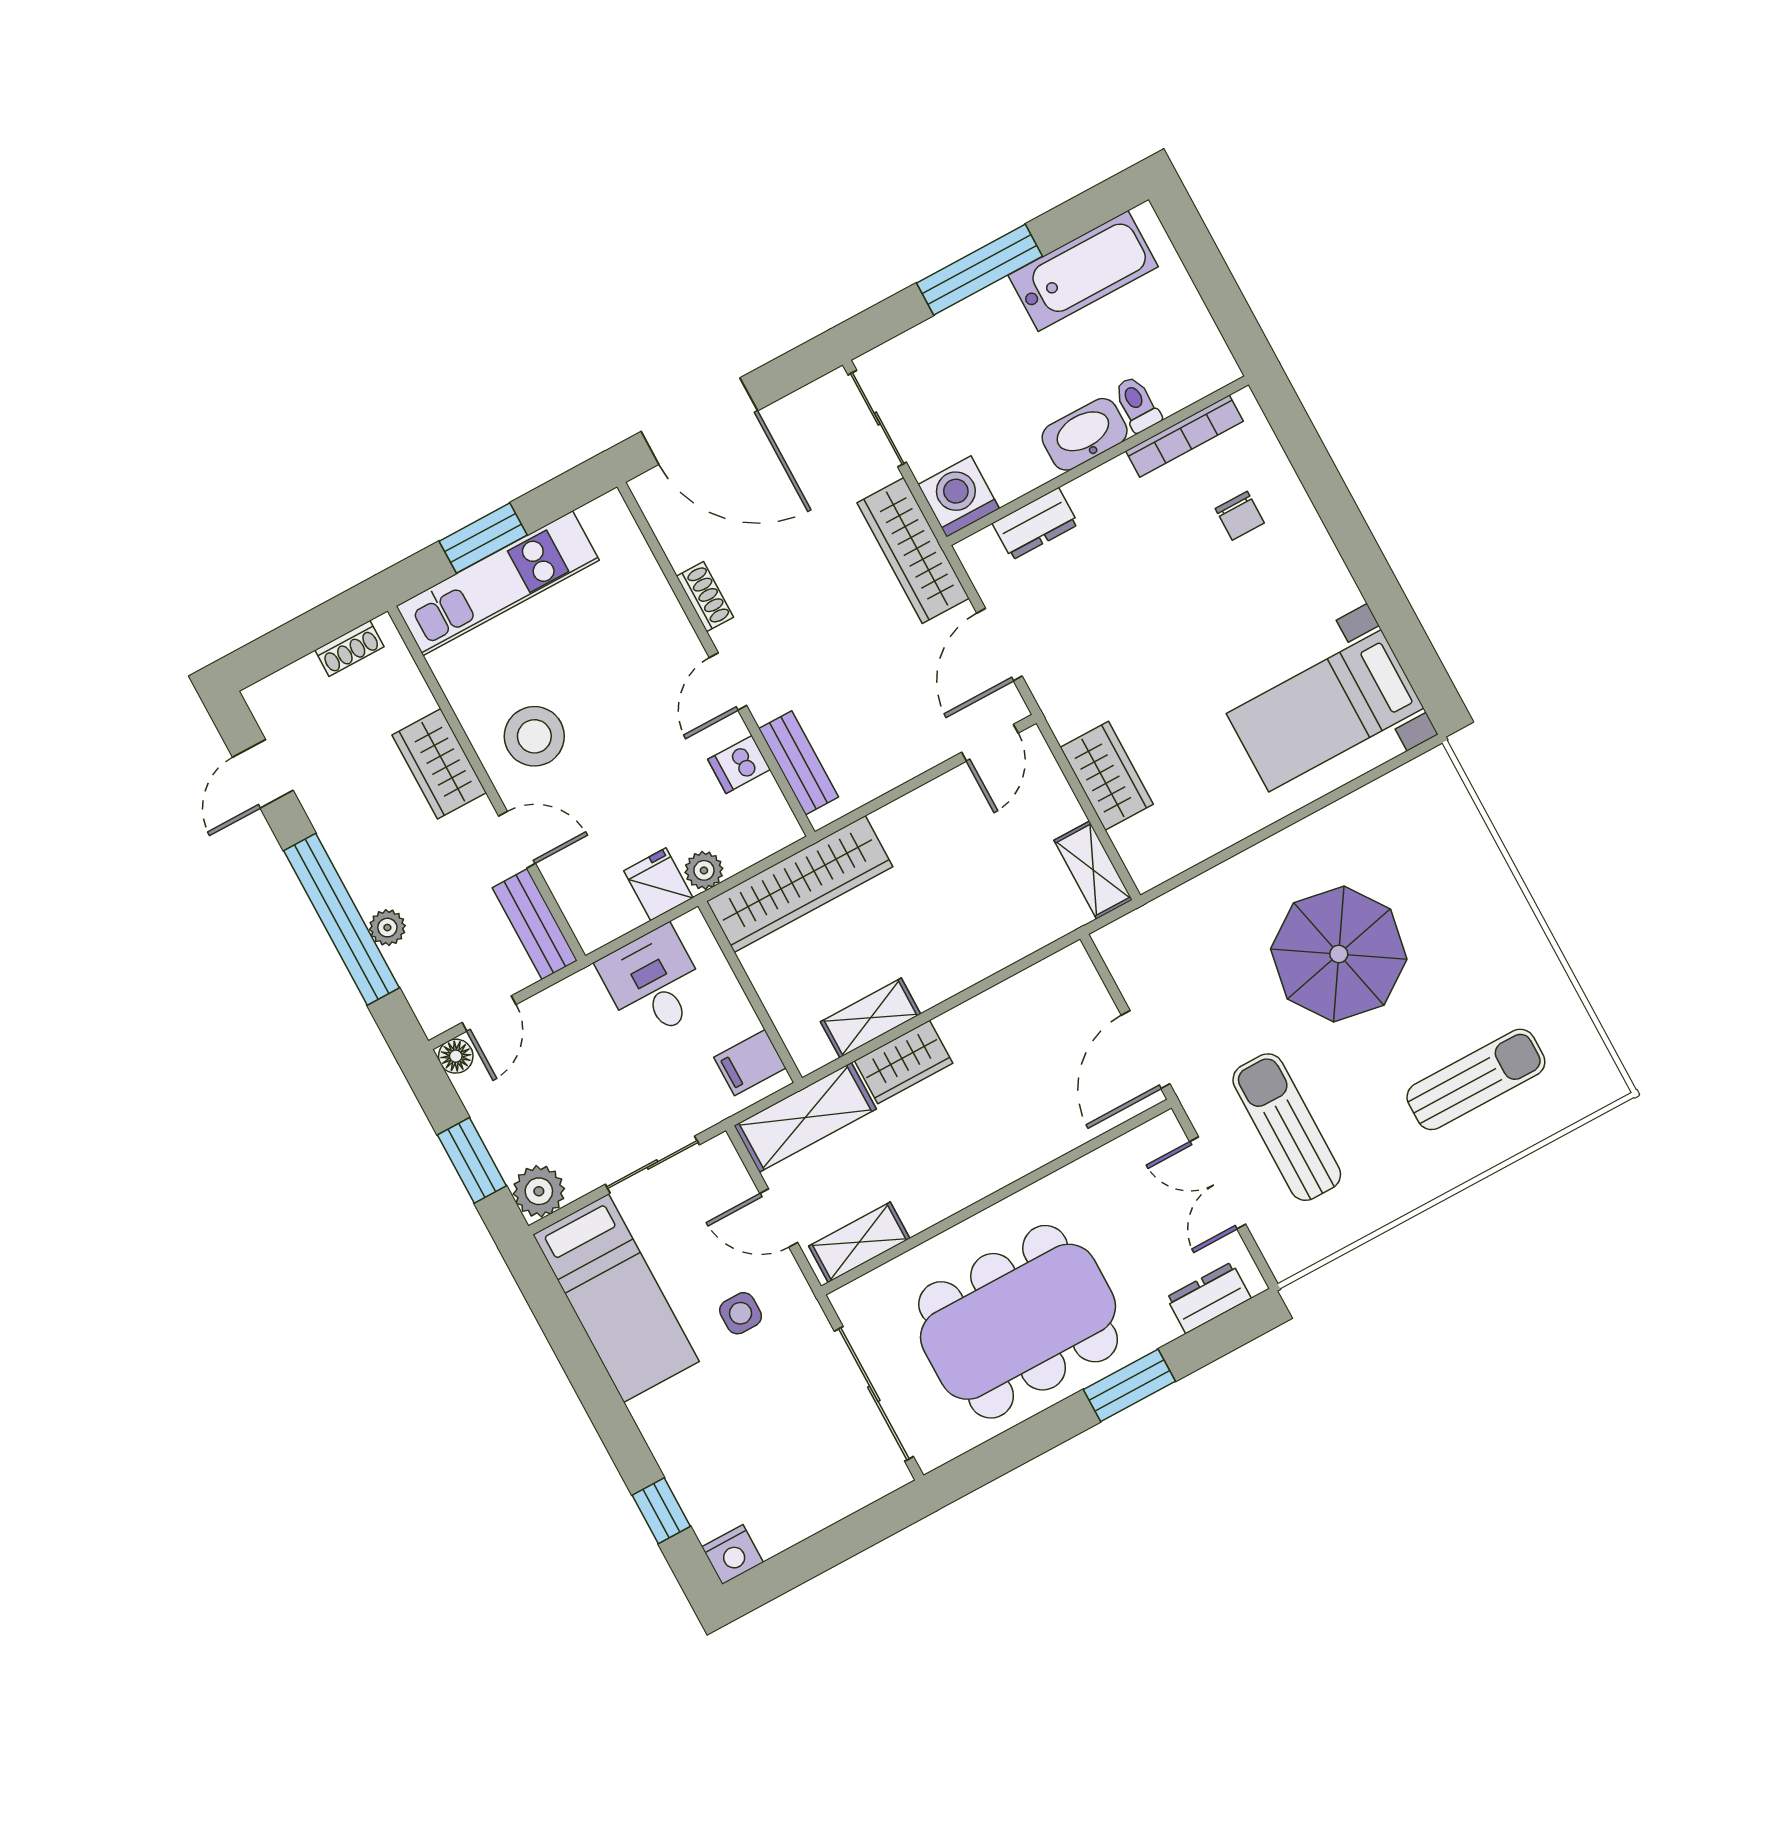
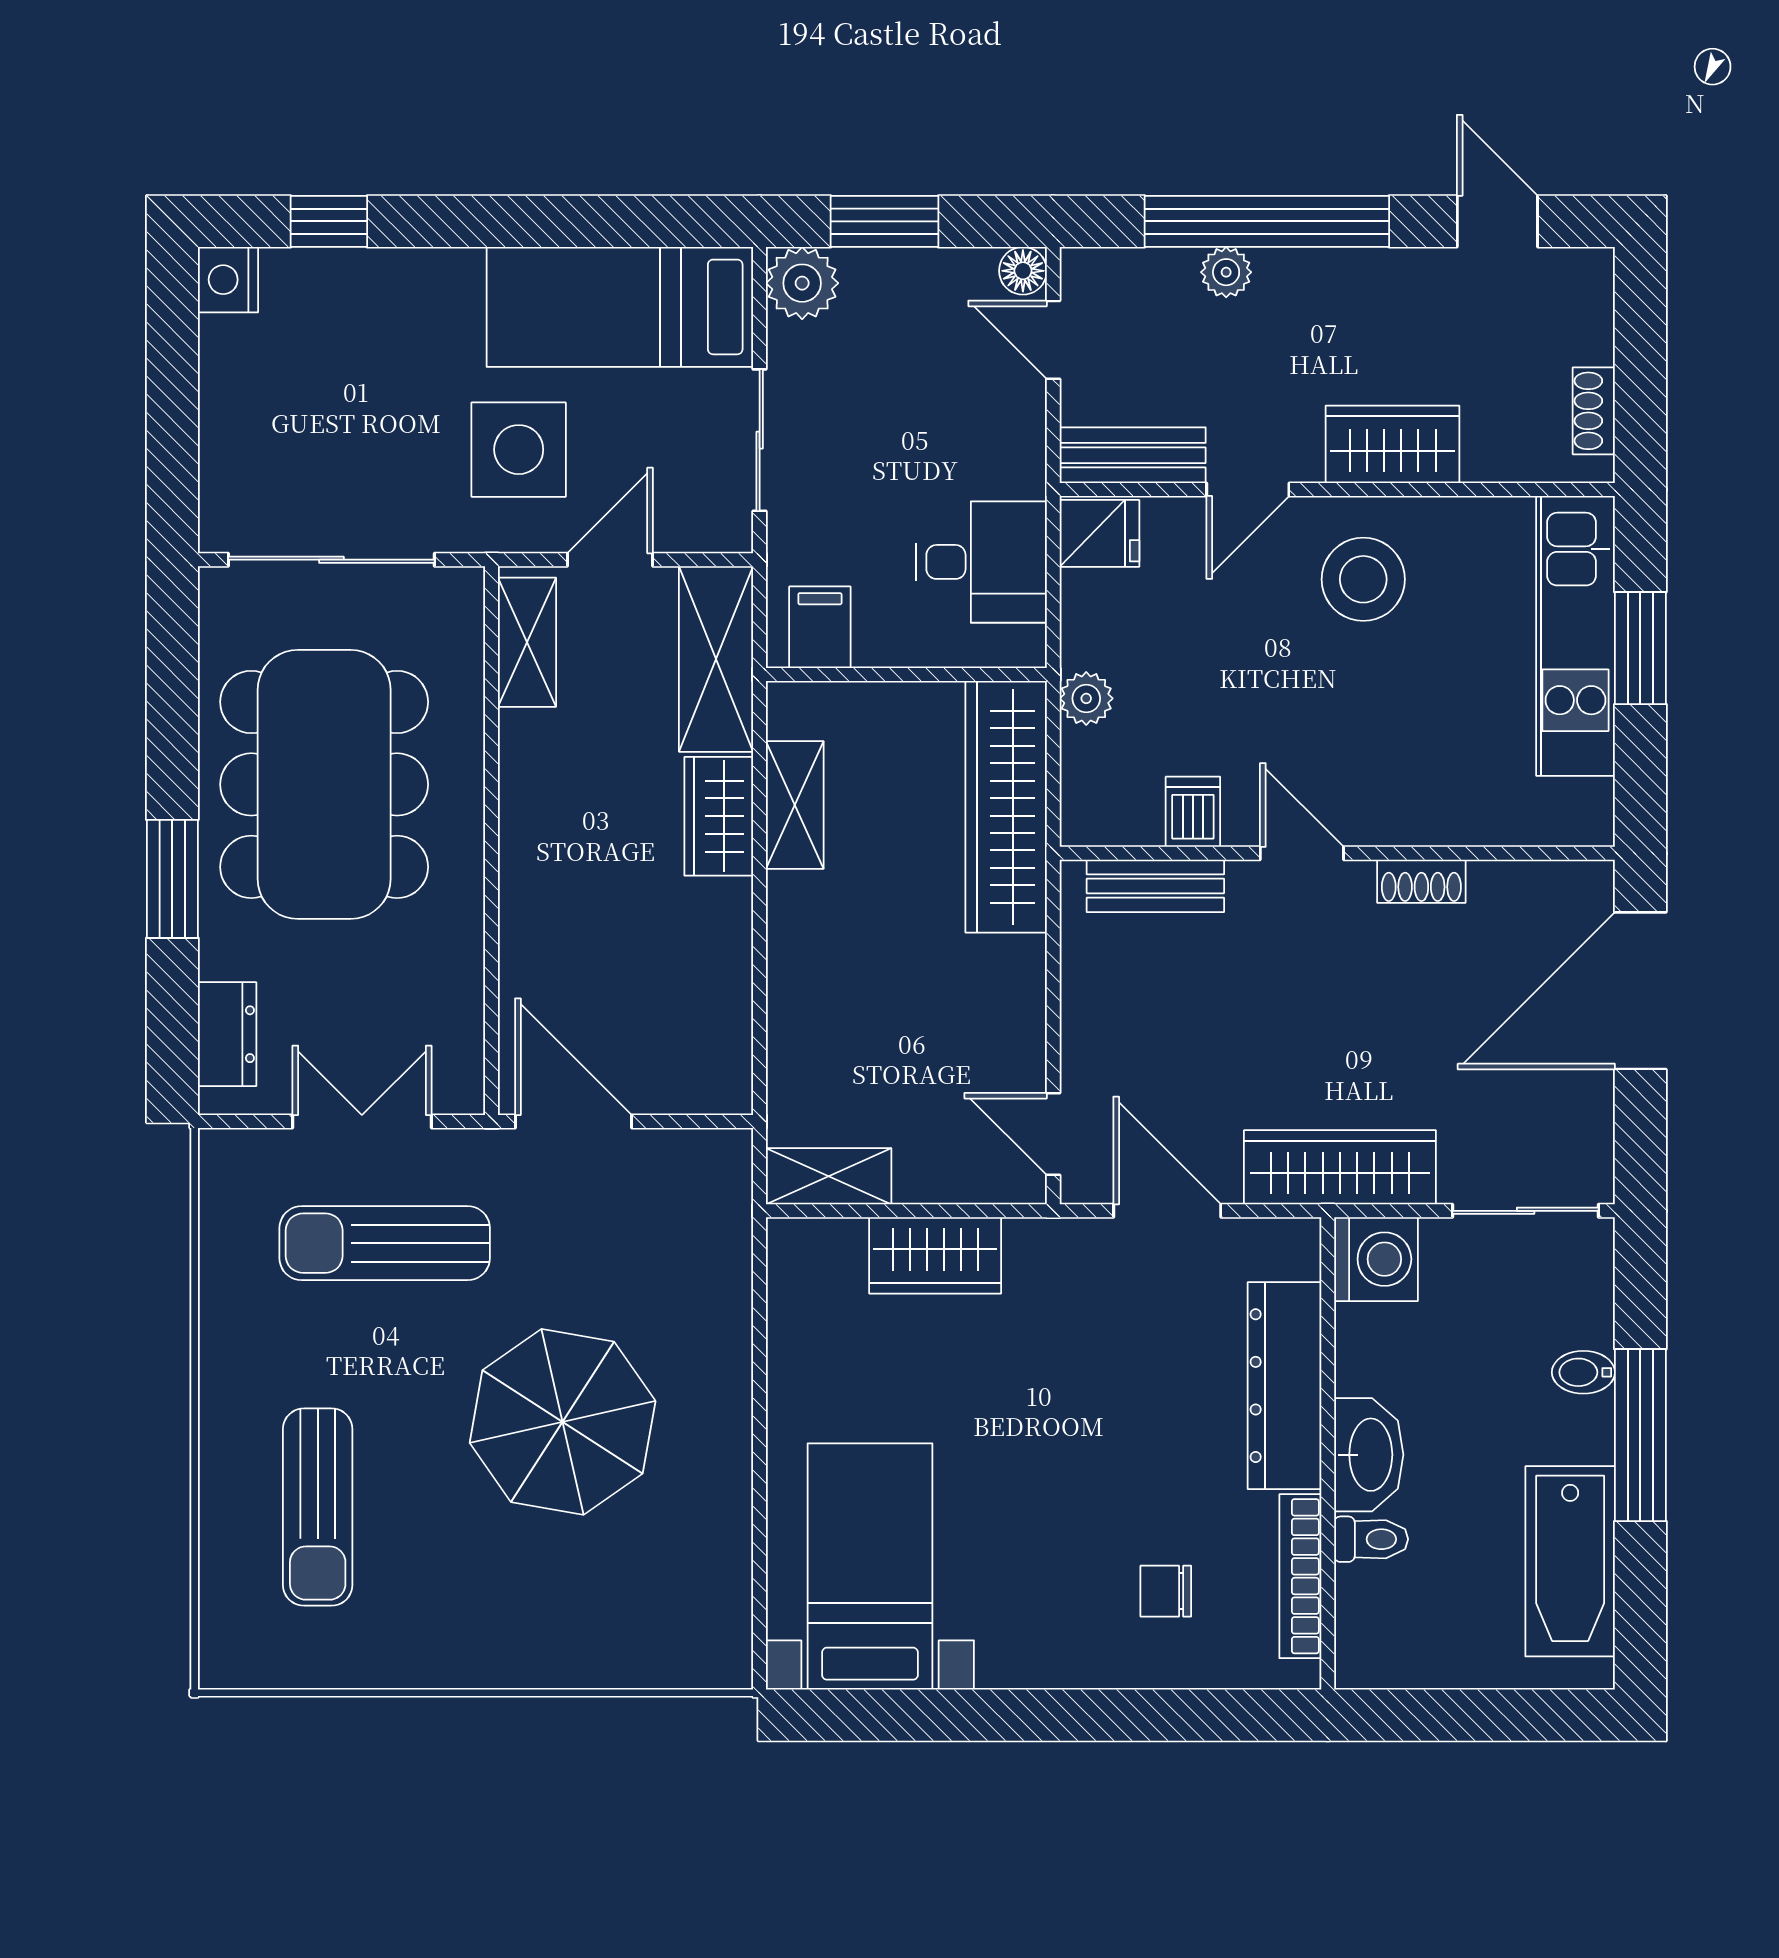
bidet: (959, 327) -> (1583, 1372), added
dresser: (1035, 524) -> (1284, 1386), width x1.96, depth x1.24
fridge: (658, 884) -> (1099, 533), moved
sun lounger: (1287, 1127) -> (385, 1243), turned 180
side table: (741, 1313) -> (519, 450), width x1.87, depth x1.87

